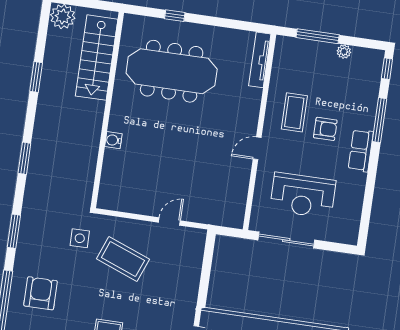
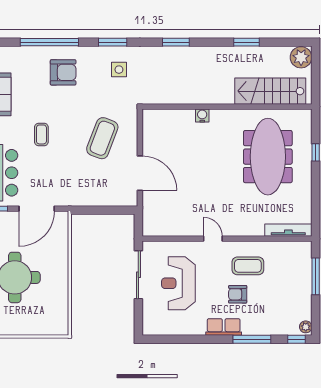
plant: (344, 52) -> (306, 327), moved
armchair: (325, 129) -> (238, 294), turned 90
door: (169, 221) -> (140, 173), width x1.88
side table: (80, 238) -> (119, 70), moved

